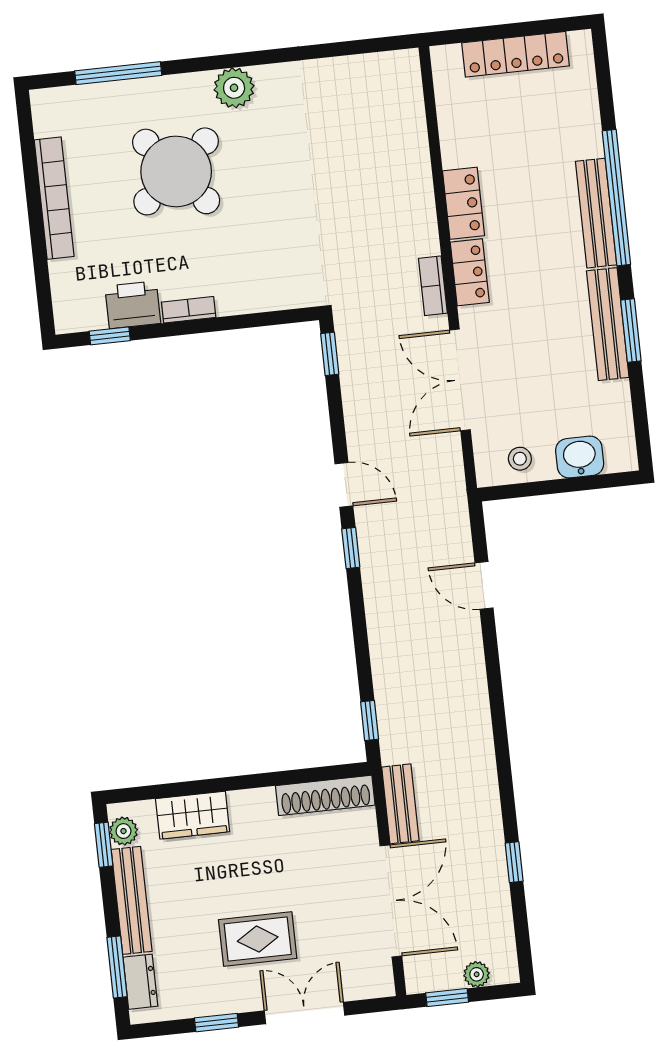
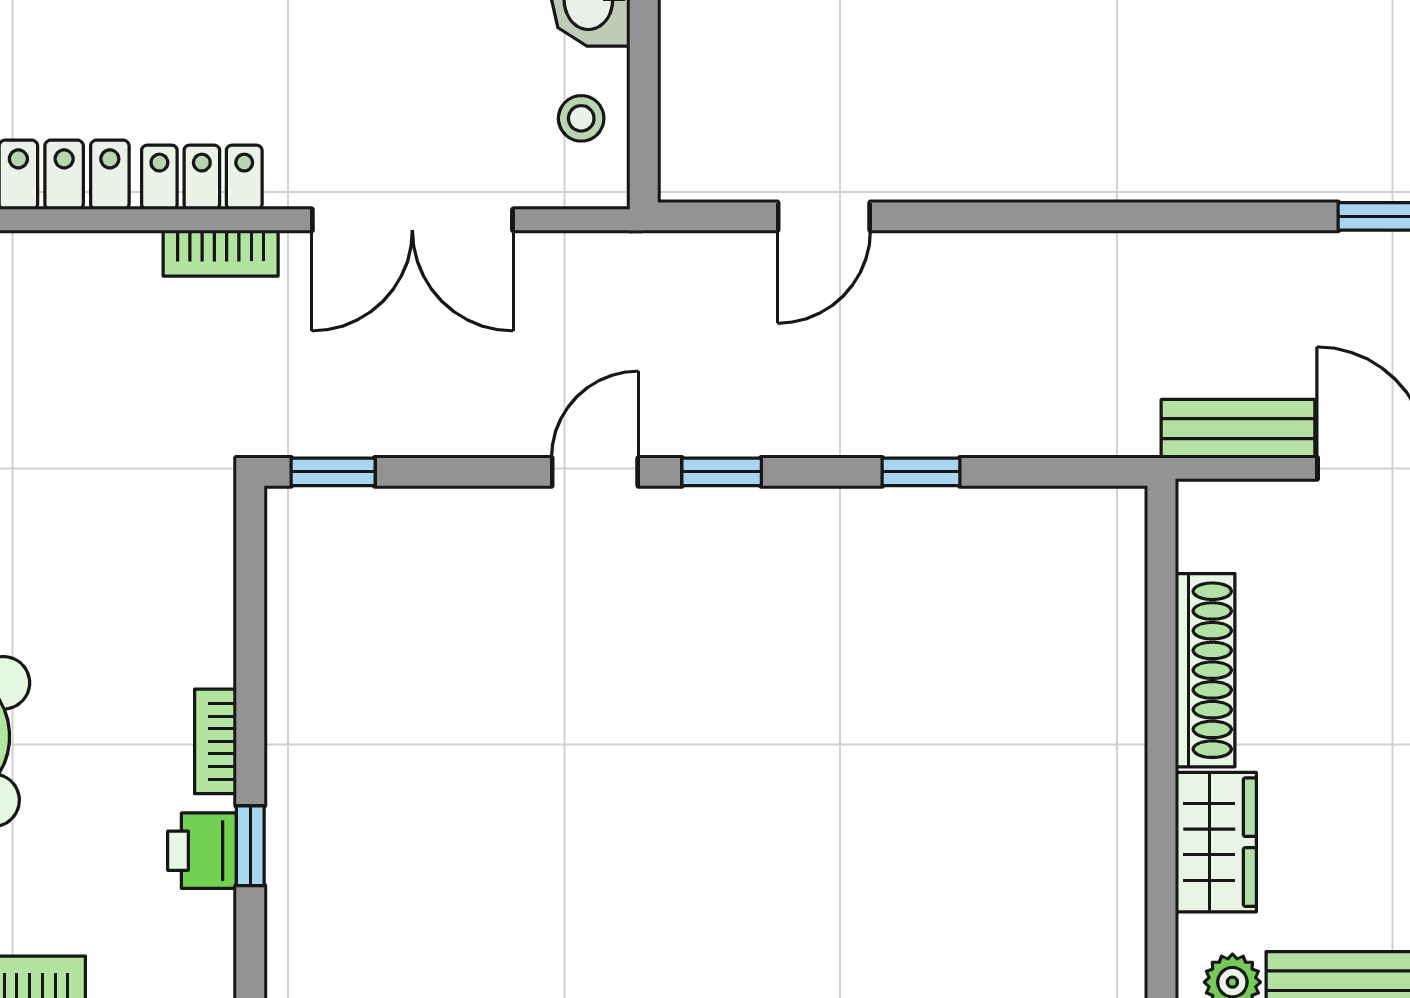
printer: (133, 305) -> (202, 851), width x0.73, depth x0.81
window: (110, 336) -> (250, 846), moved
window: (370, 720) -> (921, 472), moved
shoe rack: (325, 795) -> (1205, 670), moved

